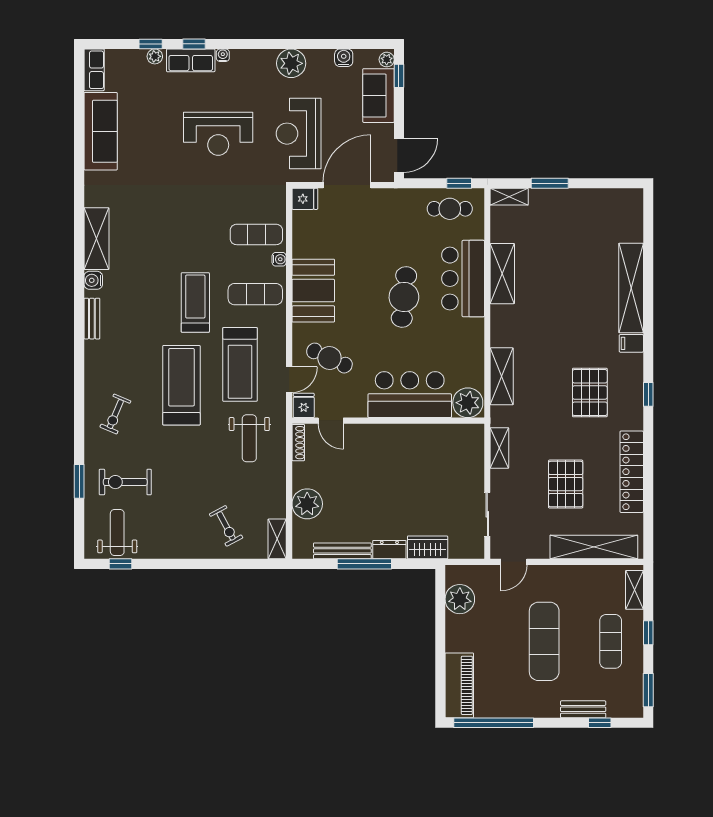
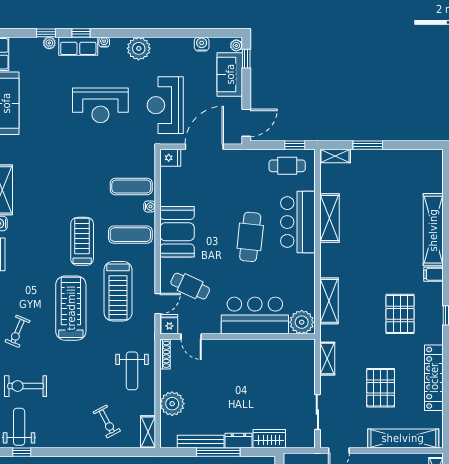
plant: (291, 63) -> (139, 48), moved
weight bench: (249, 438) -> (132, 371), moved

